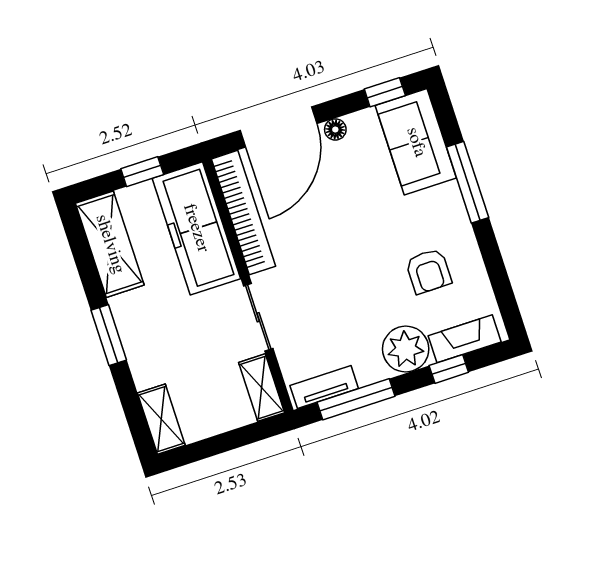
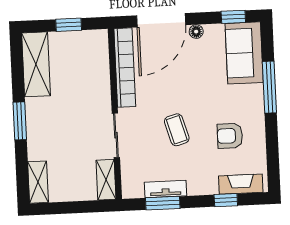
freezer: (196, 228) -> (93, 69), removed
armchair: (428, 271) -> (230, 136), turned 90
coffee table: (347, 284) -> (177, 130), added
plant: (406, 349) -> (202, 180), removed
tv unit: (324, 387) -> (165, 189), moved
window: (356, 399) -> (163, 203), width x0.69

